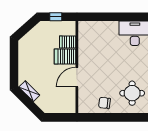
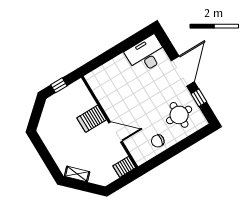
server rack: (68, 42) -> (124, 167), moved
door: (77, 77) -> (116, 132), swing flipped

